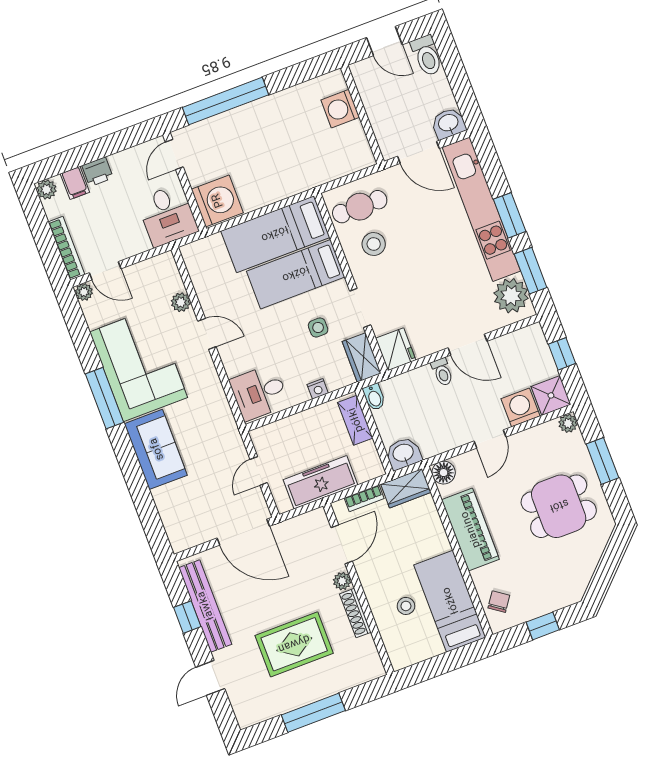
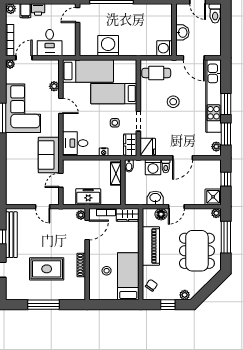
washing machine: (340, 109) -> (165, 48), moved
washbasin: (448, 123) -> (182, 32), moved, turned 90
washing machine: (217, 201) -> (108, 46), moved, turned -90
desk: (167, 215) -> (50, 43), moved
bed: (275, 234) -> (88, 71), moved, turned 180
stool: (374, 244) -> (173, 102), moved
door: (105, 271) -> (24, 58), swing flipped
plant: (511, 296) -> (216, 147), width x0.53, depth x0.53
door: (468, 345) -> (183, 158), hinge flipped
washing machine: (521, 407) -> (153, 167), moved, turned 180
sofa: (156, 449) -> (49, 155), moved, turned 180
washbasin: (403, 453) -> (155, 198), moved
window: (602, 461) -> (226, 237), width x1.44
floor lamp: (444, 473) -> (161, 214), moved
freezer: (320, 482) -> (88, 197), width x0.71
dining table: (559, 506) -> (197, 251), width x1.38
door: (243, 532) -> (43, 207), width x0.53
plant: (342, 581) -> (81, 215), moved
plant: (567, 596) -> (185, 295), added

